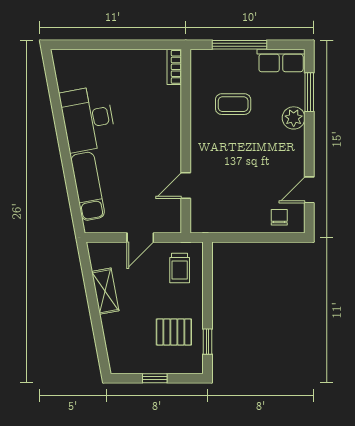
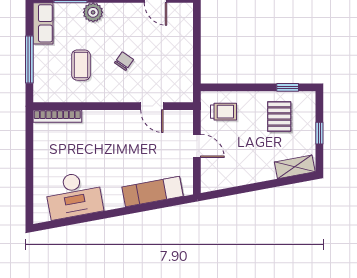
bookcase: (174, 67) -> (57, 116), width x1.56
desk: (88, 119) -> (74, 195), moved
chair: (279, 217) -> (124, 61), moved, turned 125
shelving: (105, 291) -> (295, 167), moved

